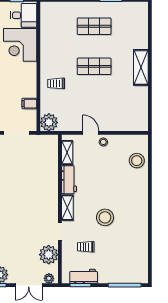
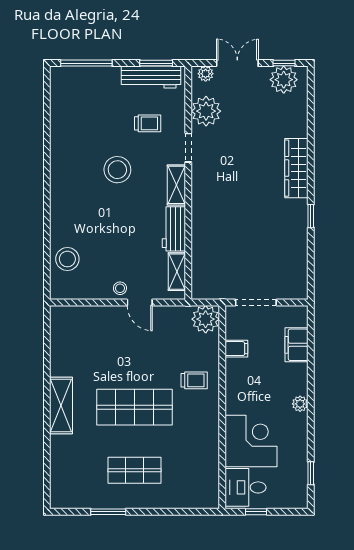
shop shelf: (94, 66) -> (135, 407), width x1.43, depth x1.36
workbench: (84, 276) -> (151, 77), width x1.37

